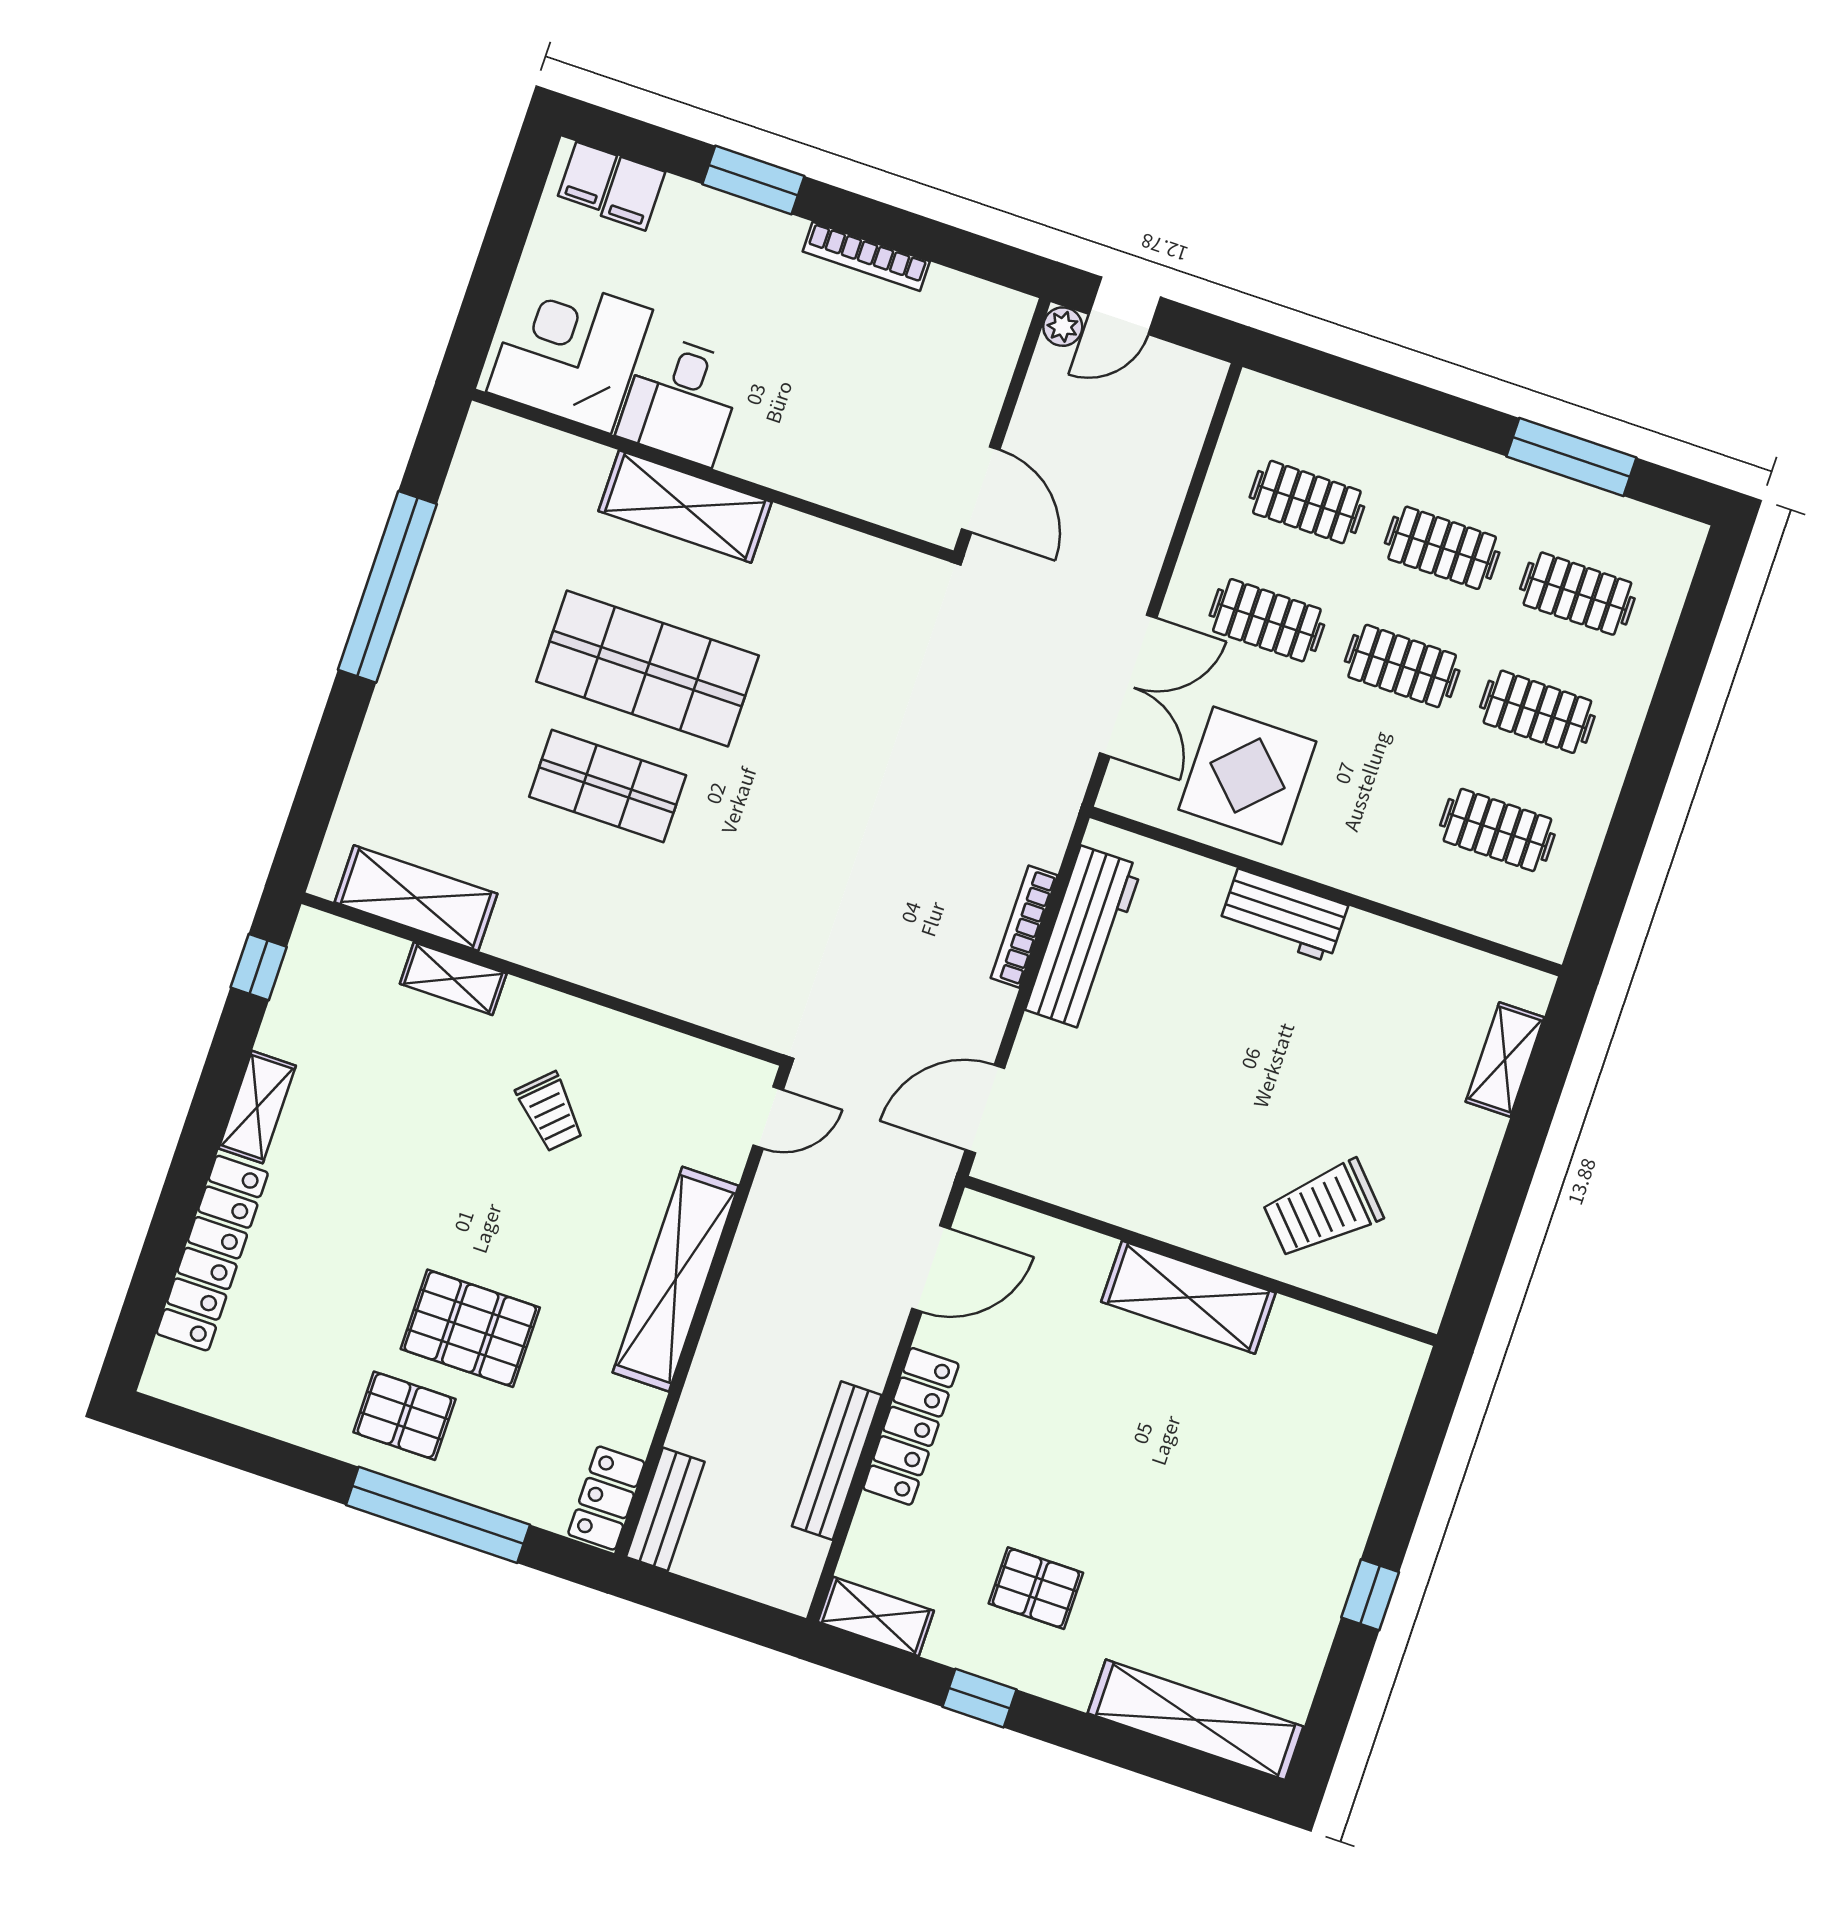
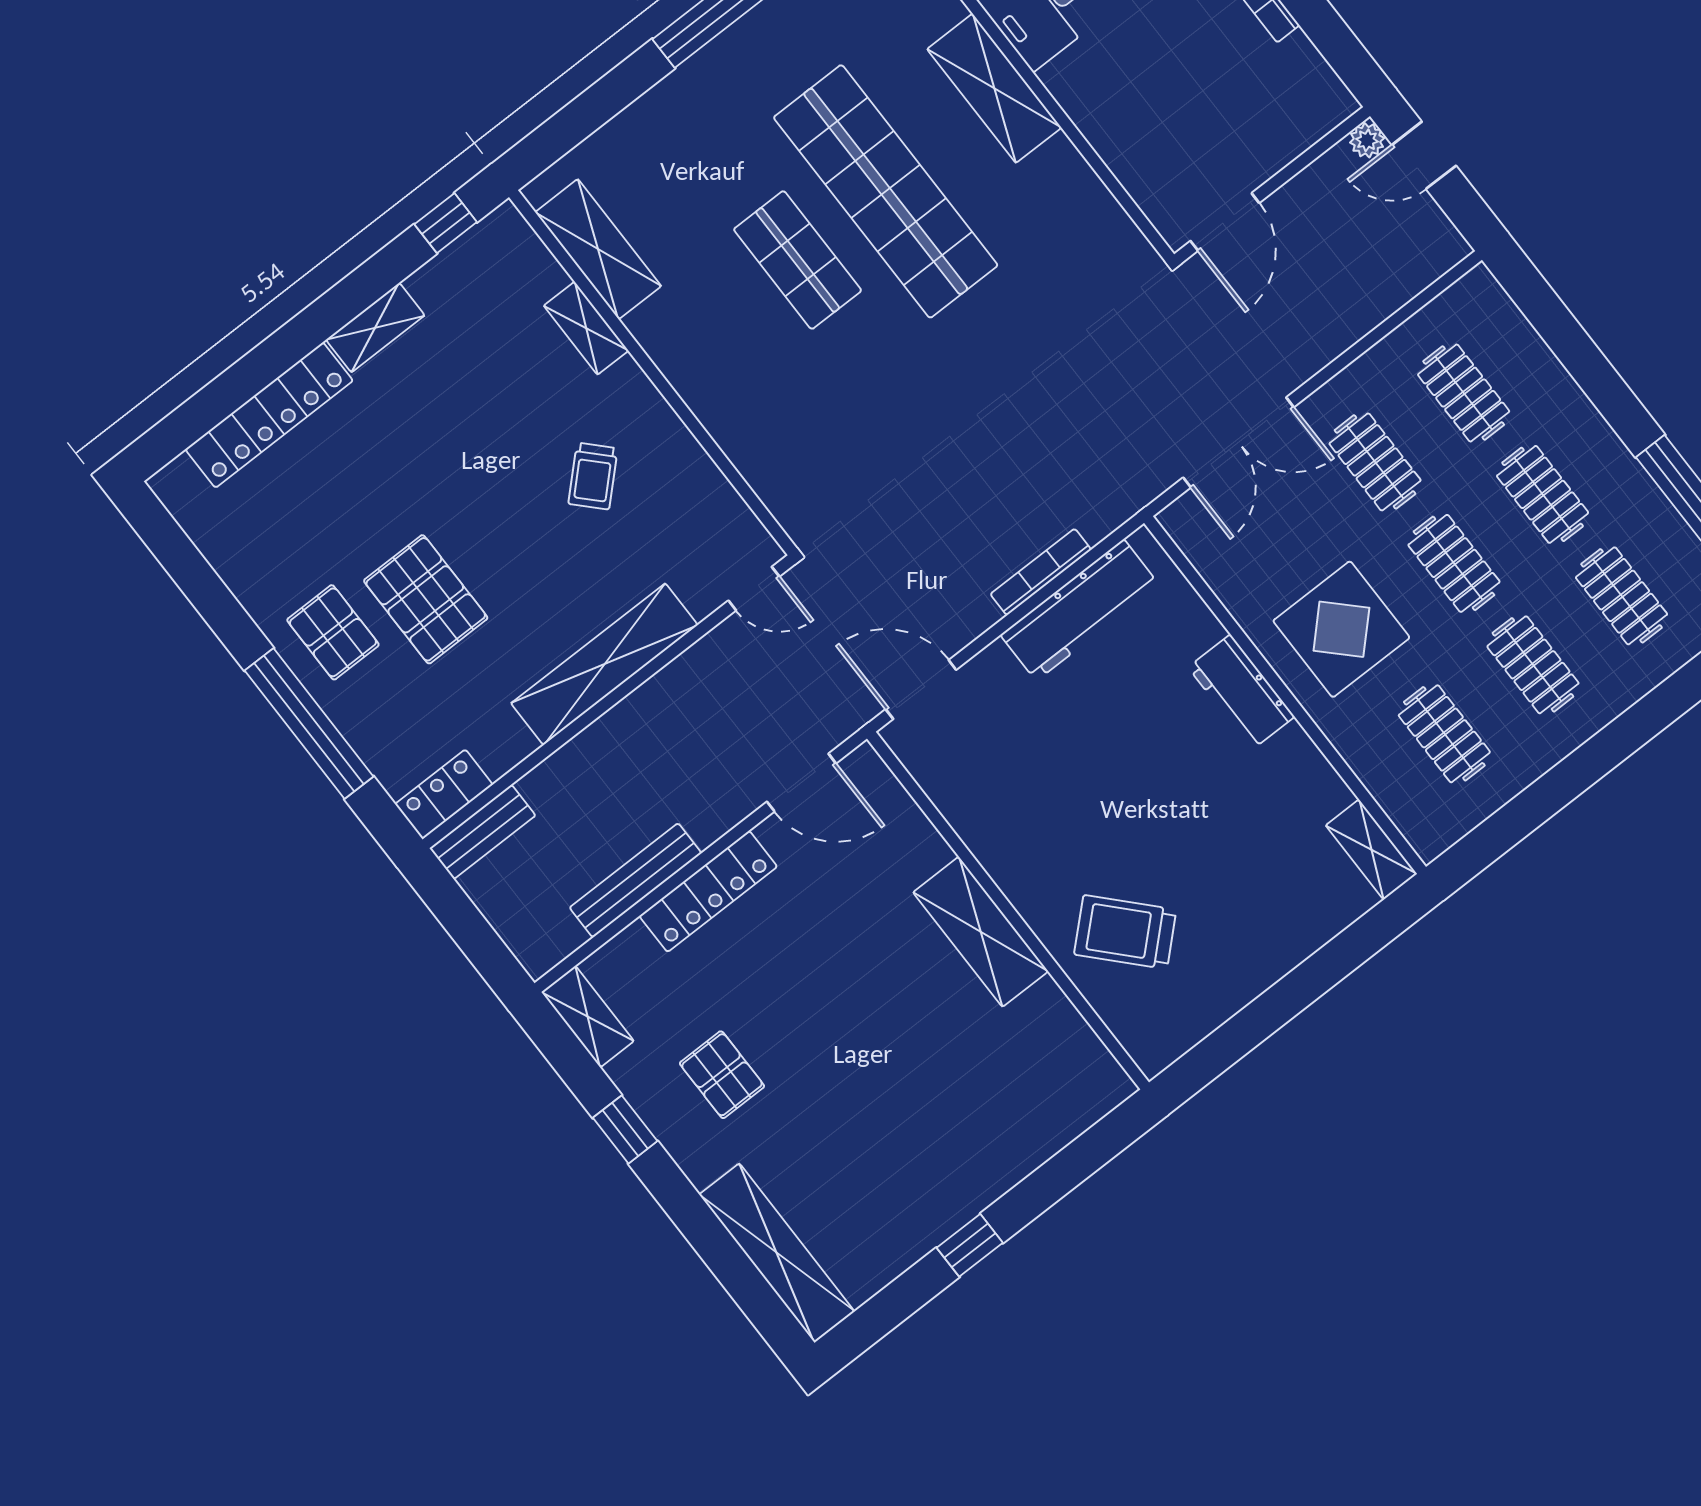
shop shelf: (647, 668) -> (886, 191), width x1.40
display table: (1247, 775) -> (1341, 629), moved
shelving: (1505, 1060) -> (1371, 850), moved, turned 90

